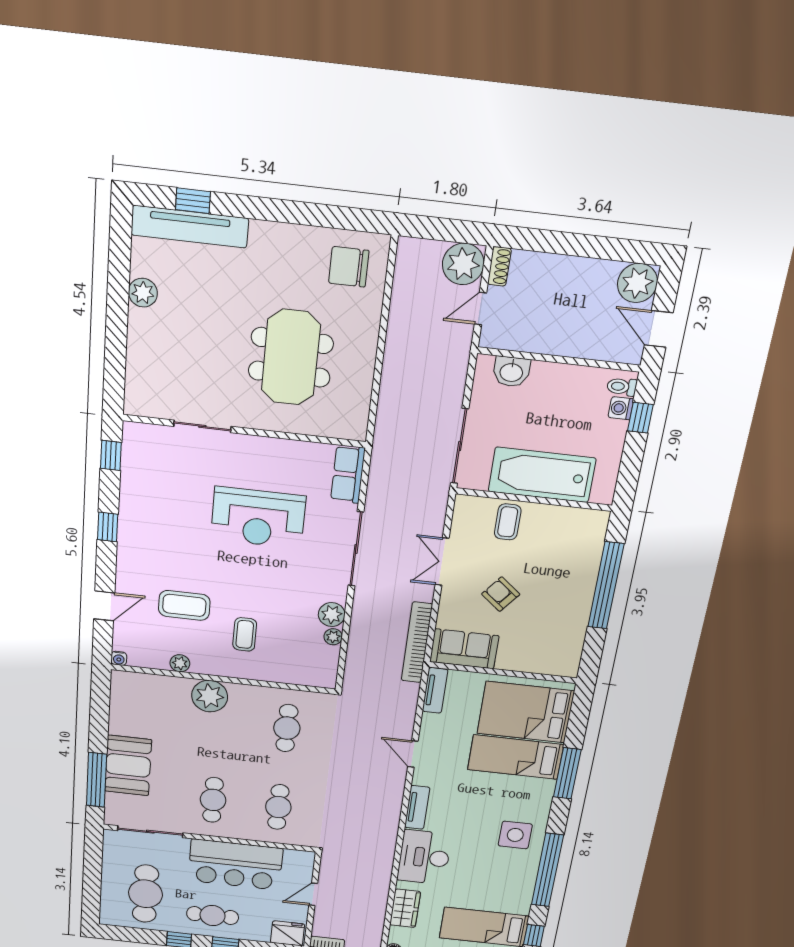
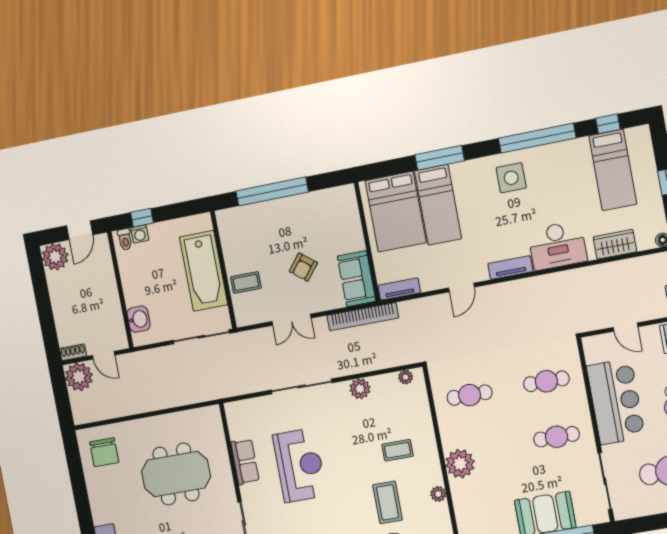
row of seats: (348, 474) -> (245, 462), moved, turned -90
plant: (333, 637) -> (406, 377), moved

